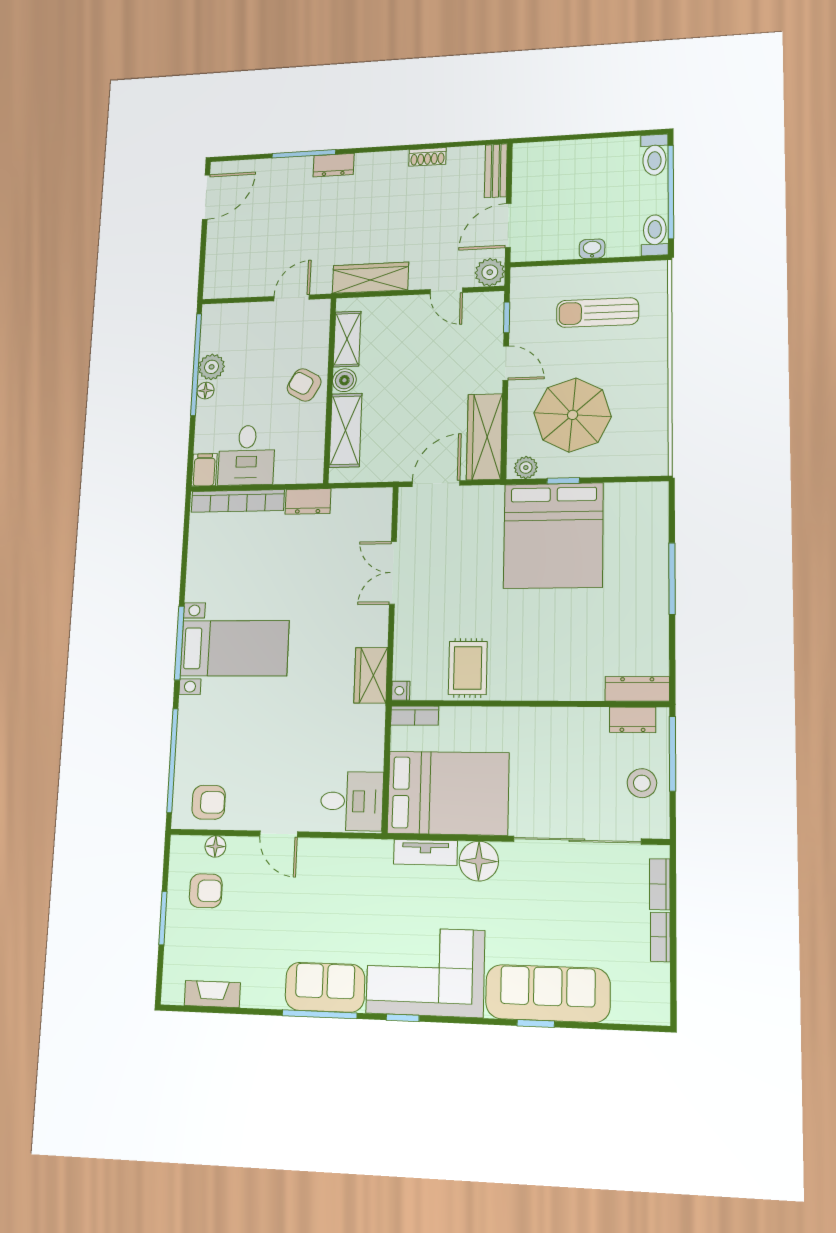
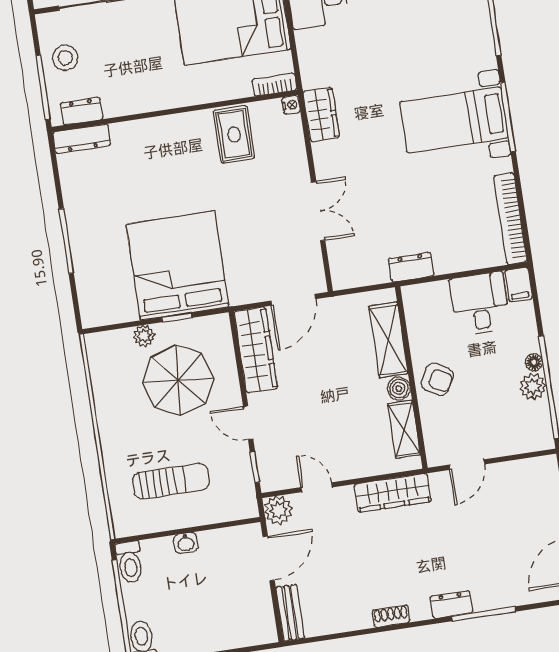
shoe rack: (428, 157) -> (391, 616), moved
plant: (526, 468) -> (144, 336), moved
bookcase: (238, 501) -> (510, 219), moved, turned -90

